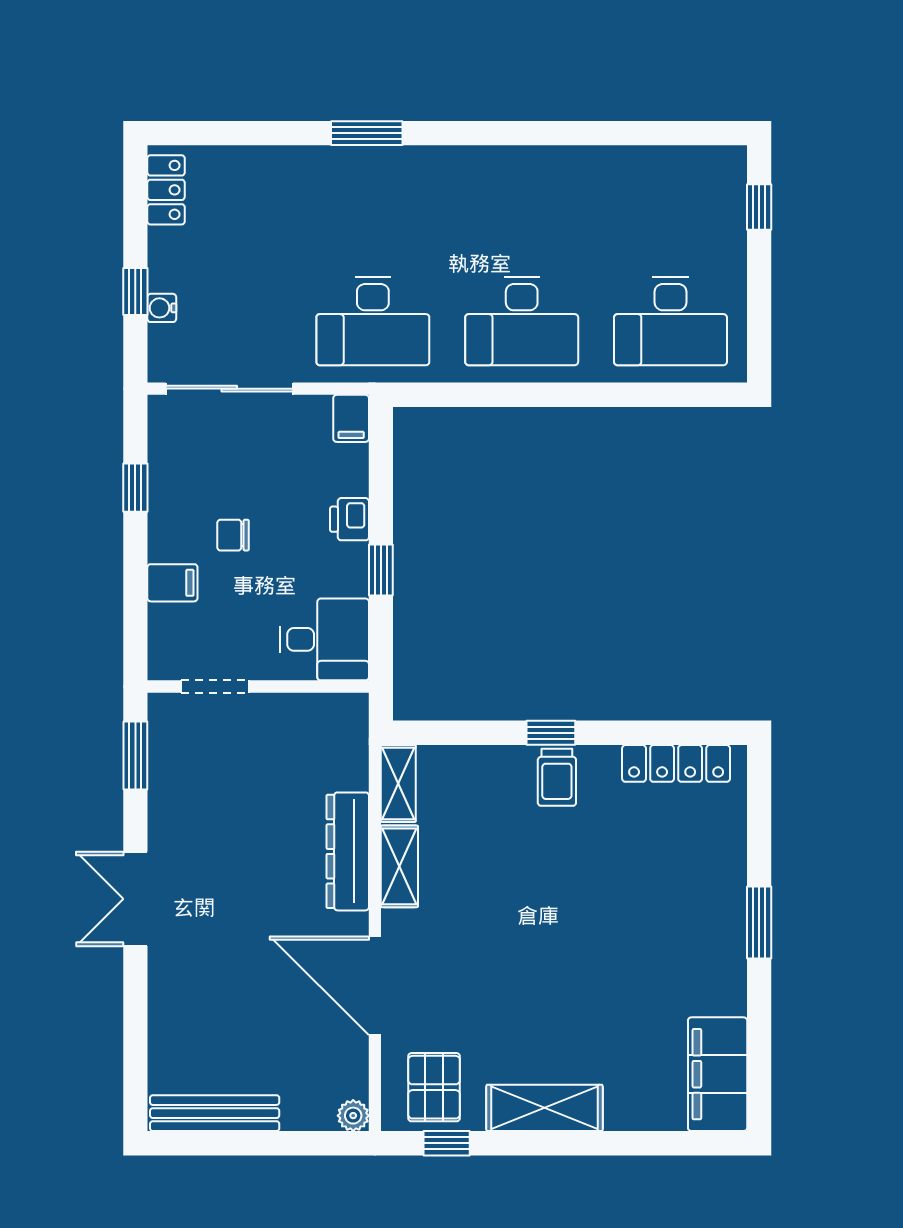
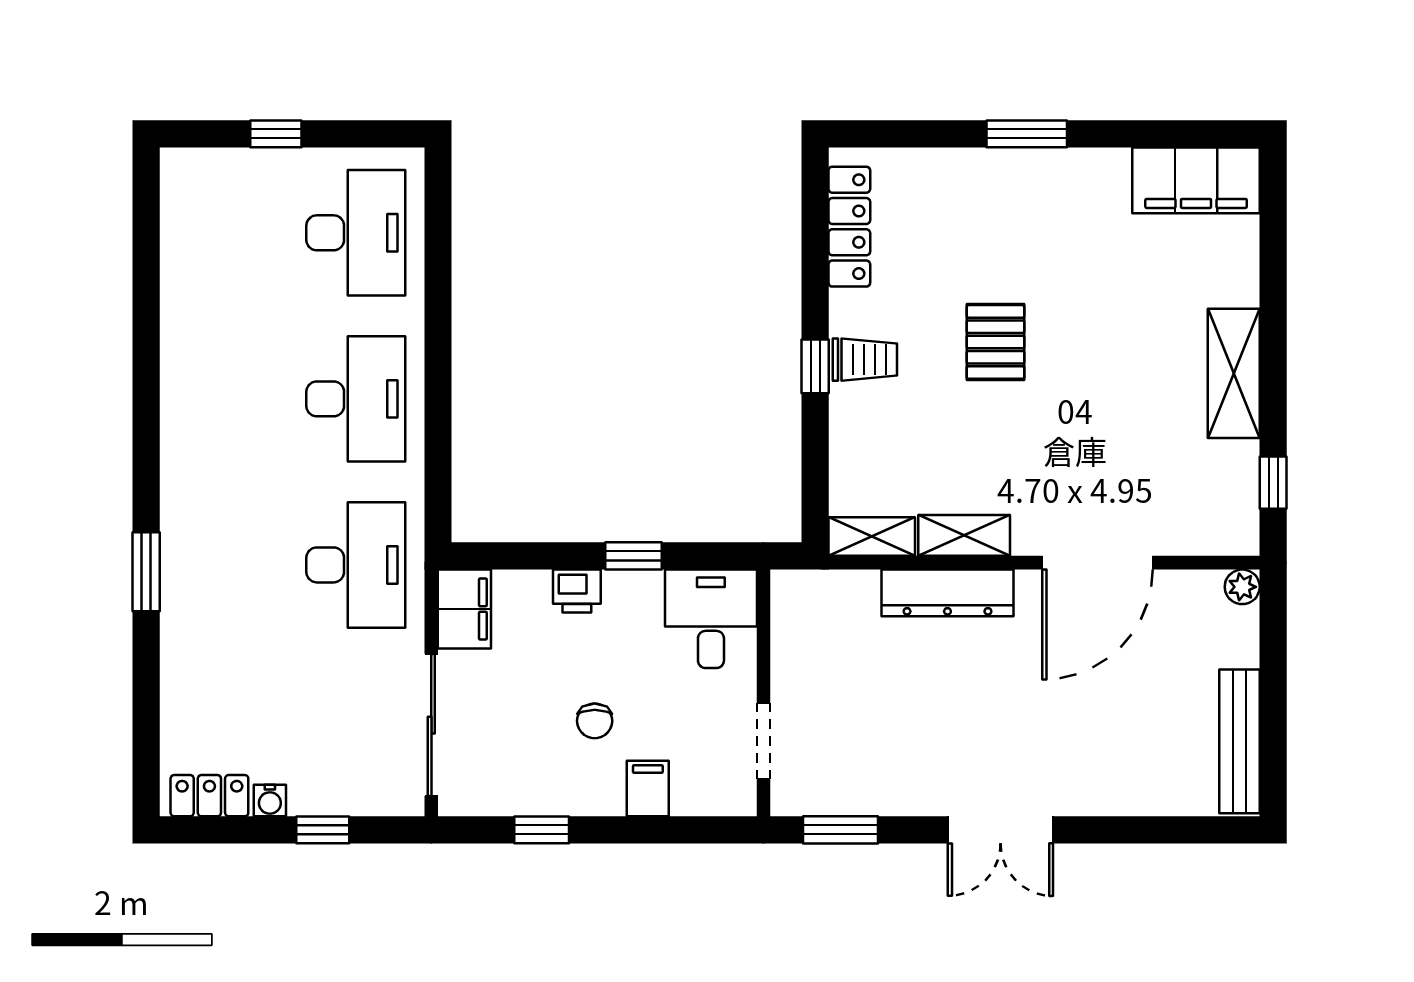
window: (759, 207) -> (276, 134), moved
water cooler: (162, 308) -> (270, 800), moved
filing cabinet: (351, 418) -> (464, 609), width x2.00
pallet: (434, 1087) -> (995, 342), moved, turned 90

